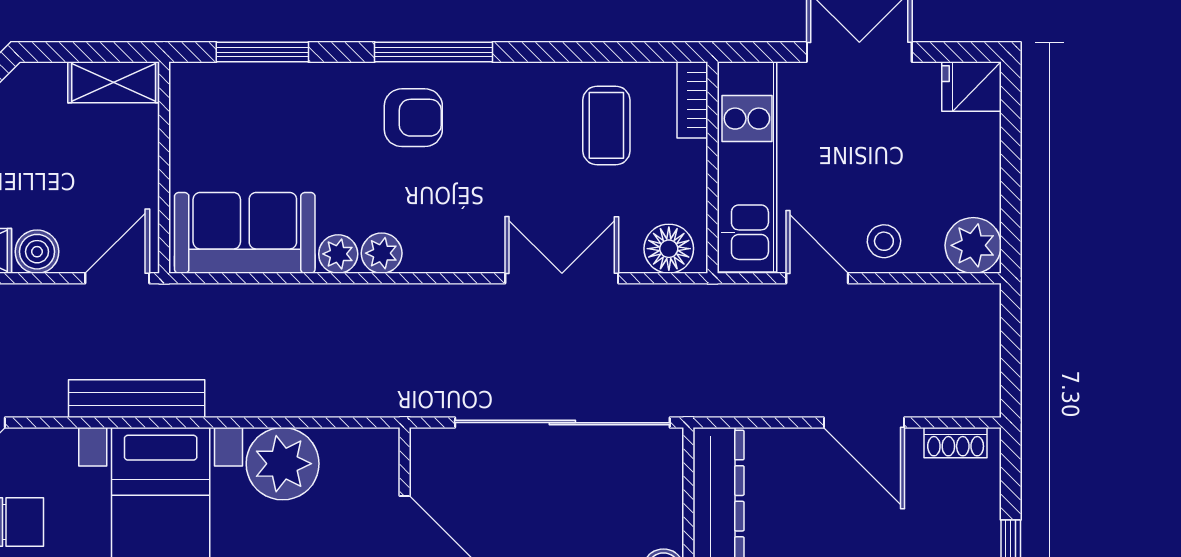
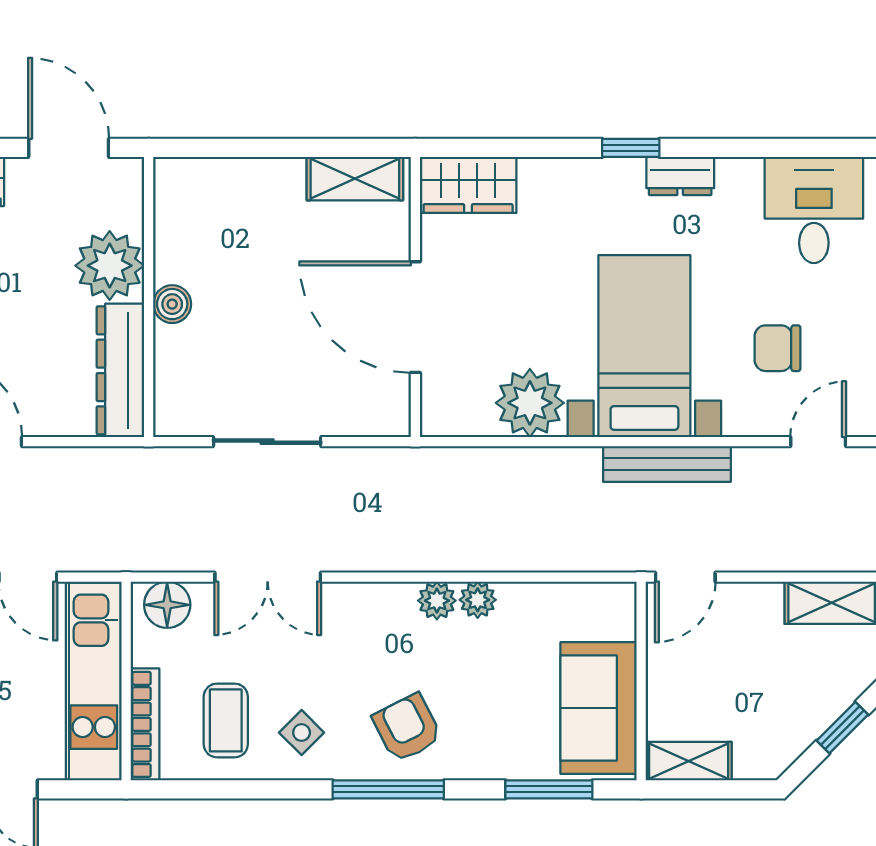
bookcase: (692, 100) -> (145, 724), width x1.56
side table: (526, 113) -> (302, 733), added
armchair: (413, 118) -> (407, 728), turned 63
sofa: (245, 233) -> (599, 708), moved, turned 90
boiler: (37, 252) -> (760, 602), removed
sliding door: (562, 423) -> (267, 442), width x0.54

